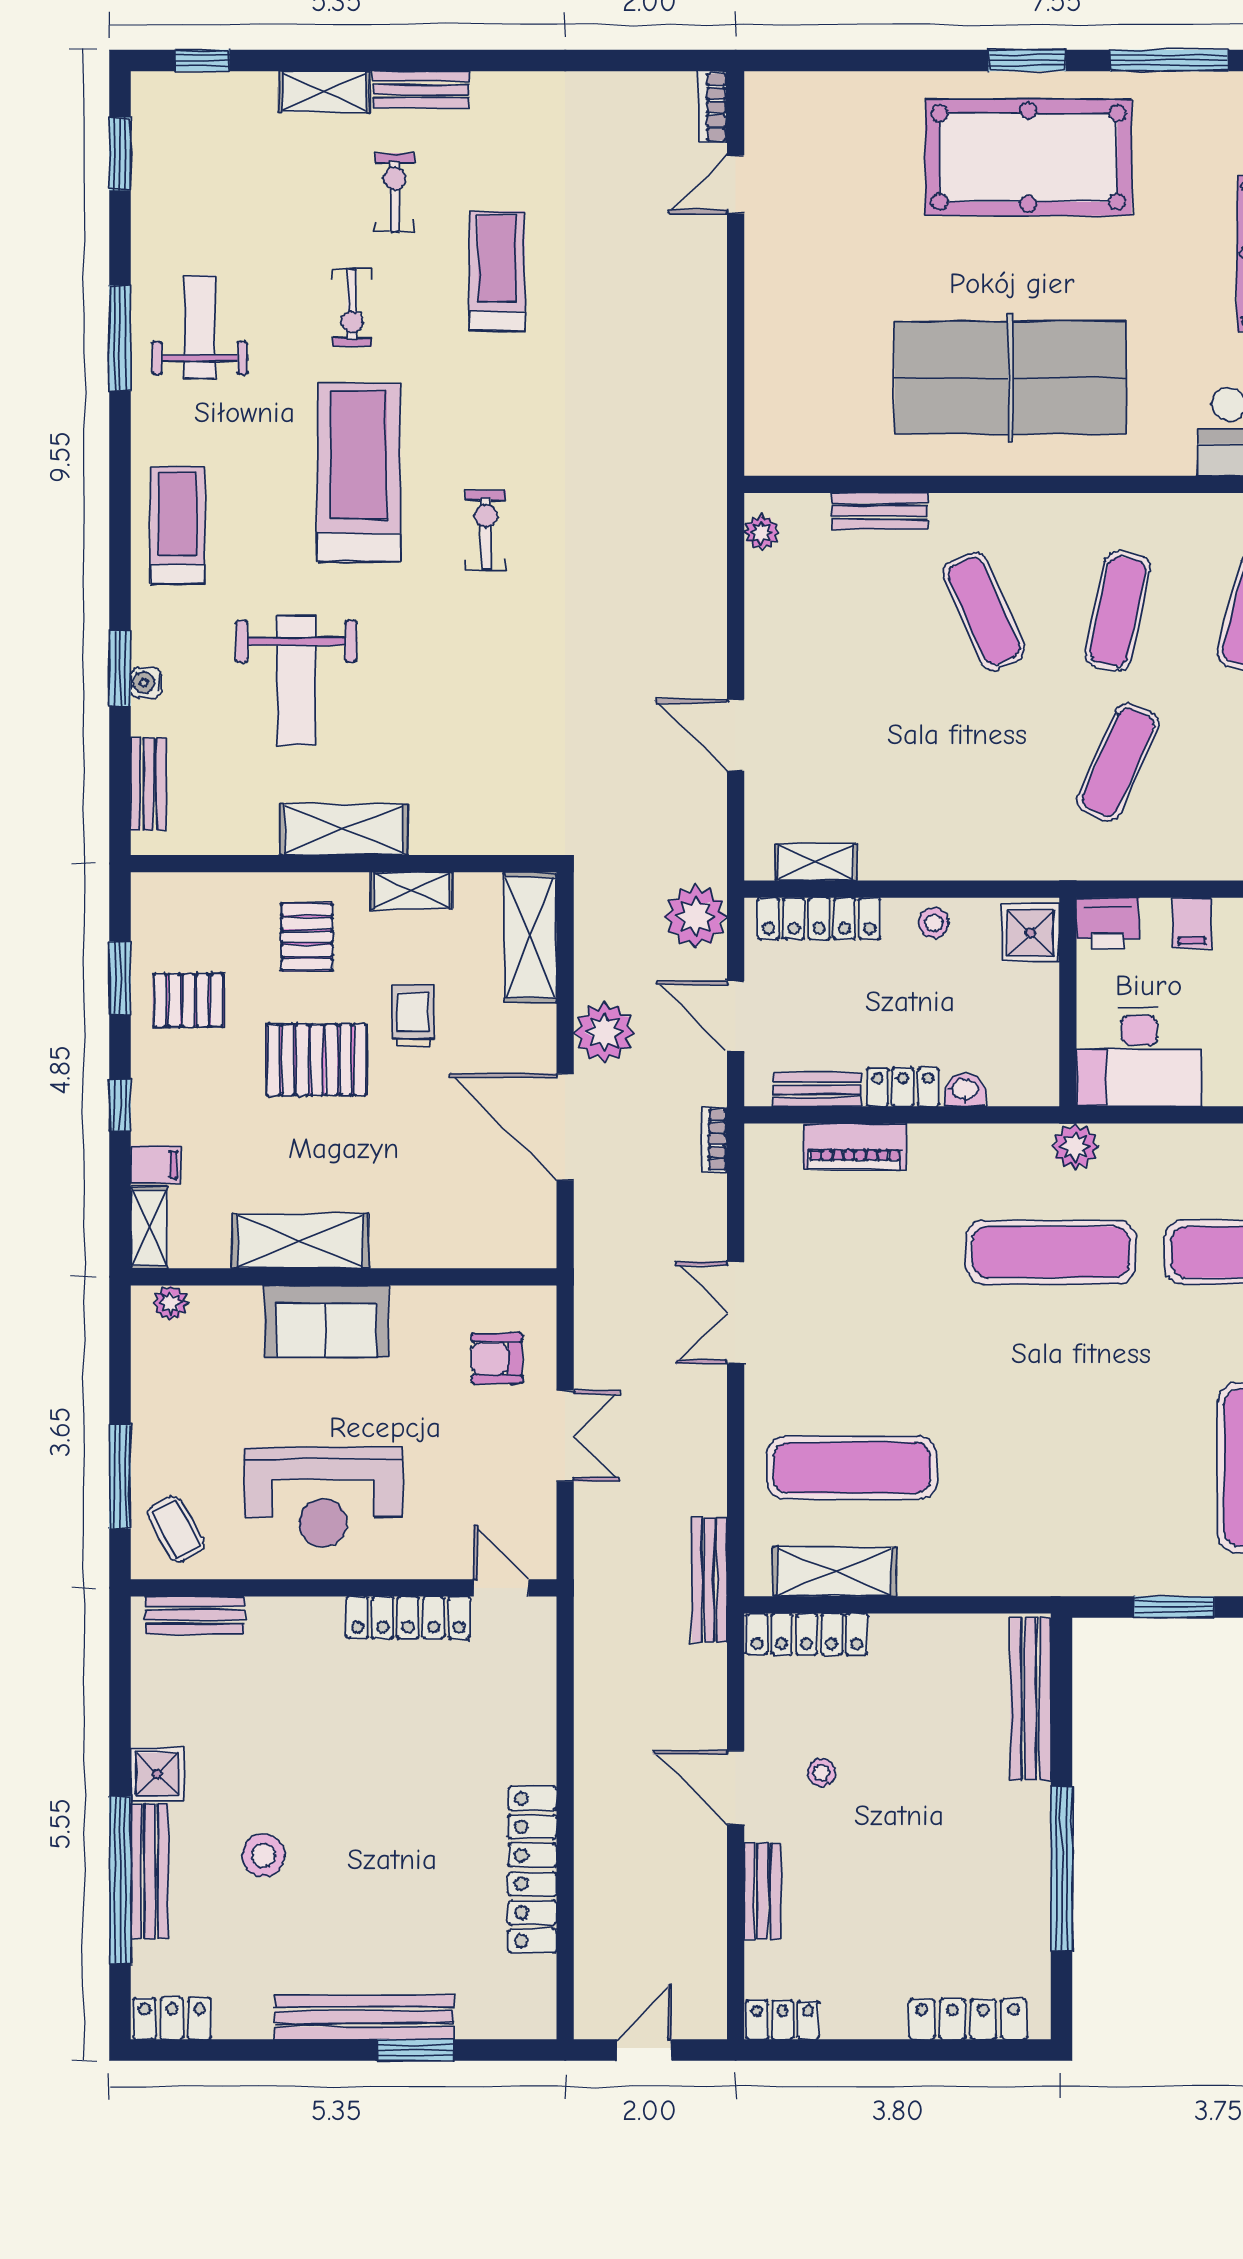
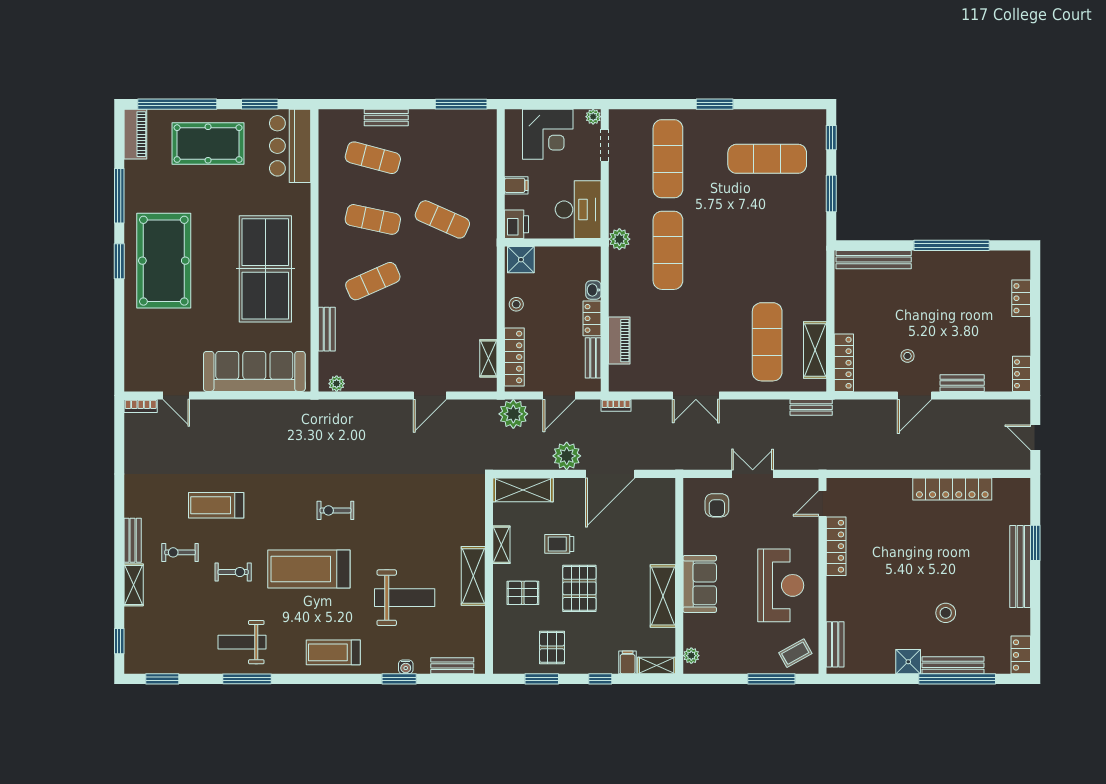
sofa: (788, 354) -> (254, 371), added
bench: (710, 1580) -> (811, 407), width x0.73
locker: (968, 2019) -> (1021, 298), width x0.66

